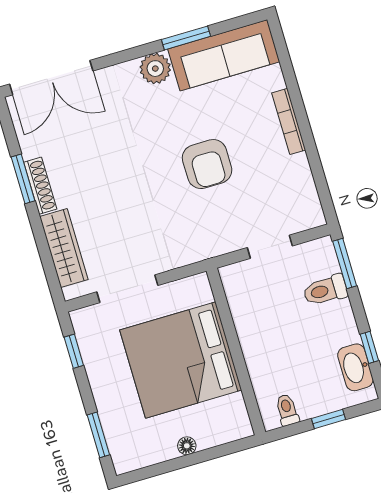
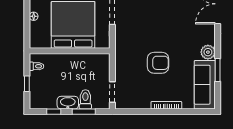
armchair: (207, 164) -> (158, 63), turned 180
doorway: (270, 247) -> (112, 92), moved
window: (345, 263) -> (84, 112), moved
washbasin: (355, 367) -> (68, 103), moved

